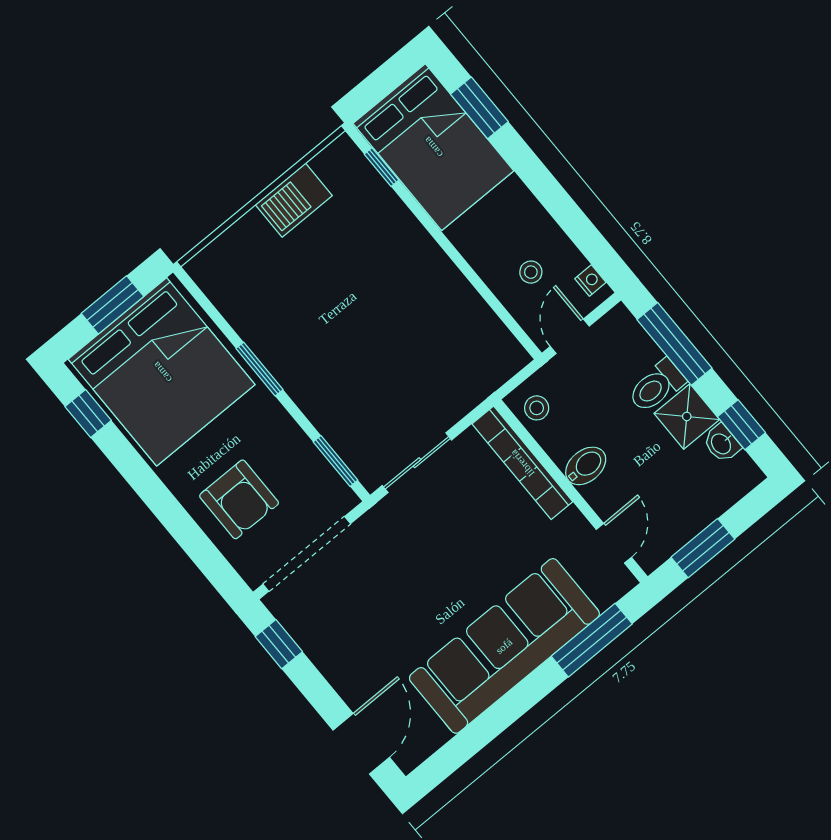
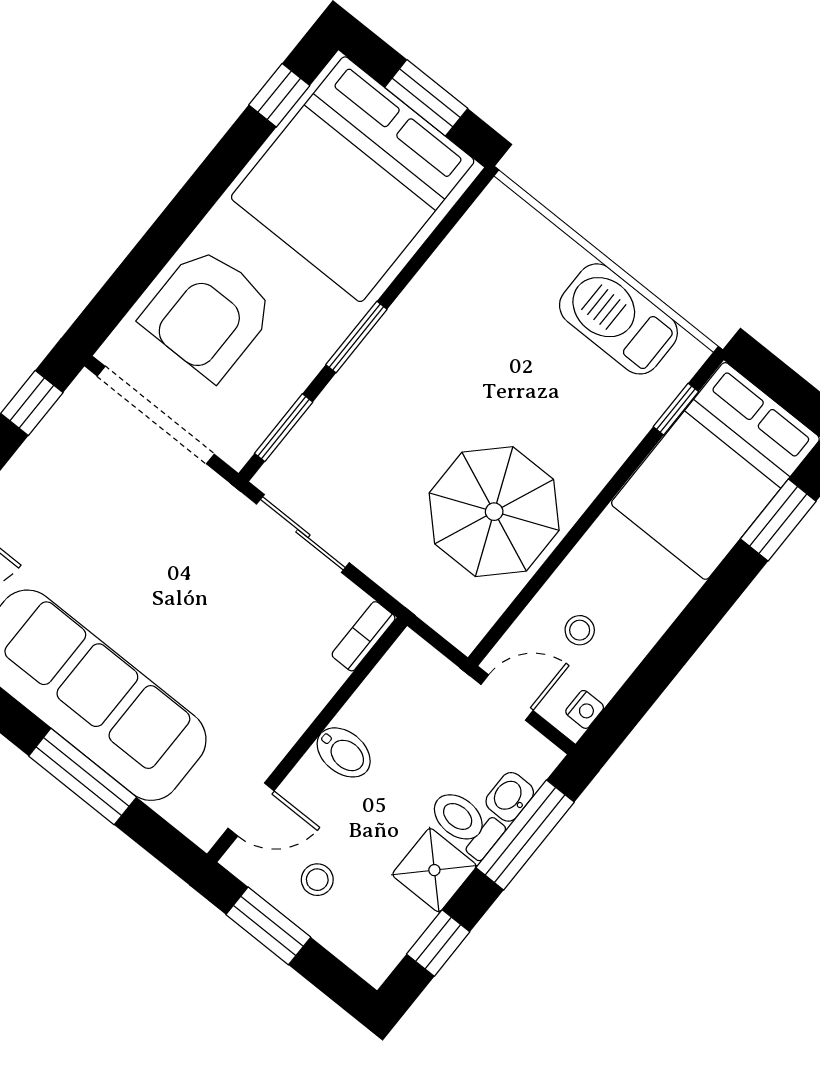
barbecue: (294, 200) -> (618, 319), width x1.37, depth x1.21
parasol: (430, 318) -> (494, 512), added
window: (259, 369) -> (356, 337), moved
stool: (537, 408) -> (317, 880), moved
washbasin: (722, 443) -> (510, 797), moved
bookcase: (522, 463) -> (364, 636), width x0.43, depth x0.76
armchair: (239, 499) -> (208, 313), width x1.36, depth x1.36
window: (592, 640) -> (83, 777), moved

